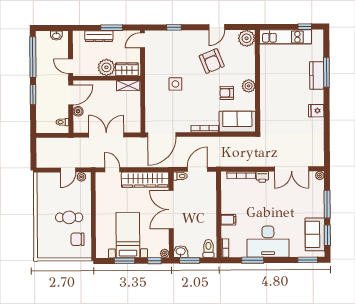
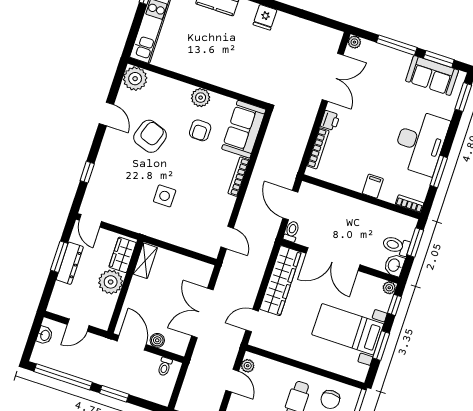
dresser: (99, 36) -> (70, 263), moved
armchair: (212, 61) -> (150, 136), turned -49
door: (71, 66) -> (78, 325), moved
door: (162, 135) -> (227, 238), width x0.53
toilet: (208, 248) -> (396, 246), moved
window: (190, 260) -> (415, 242), moved

